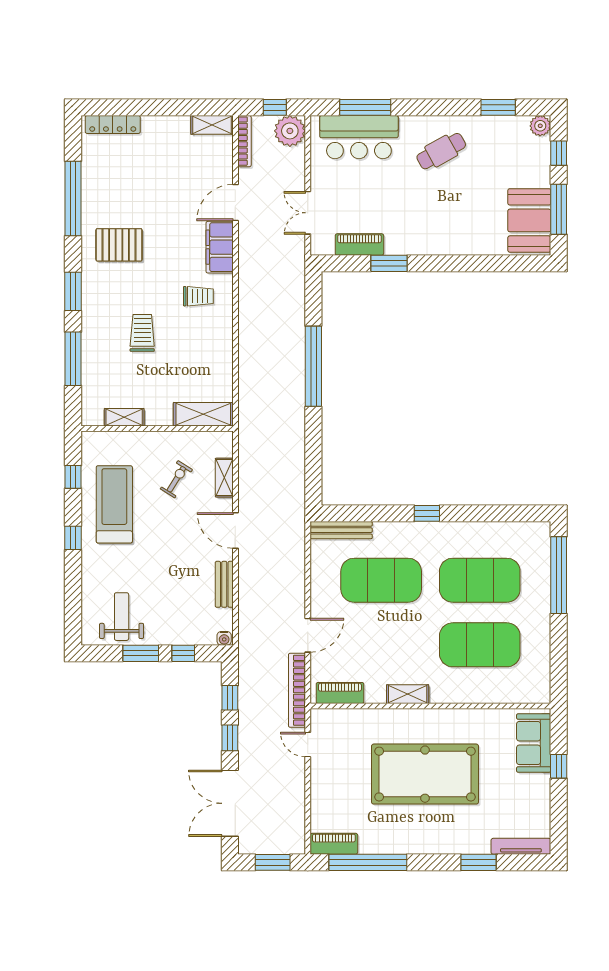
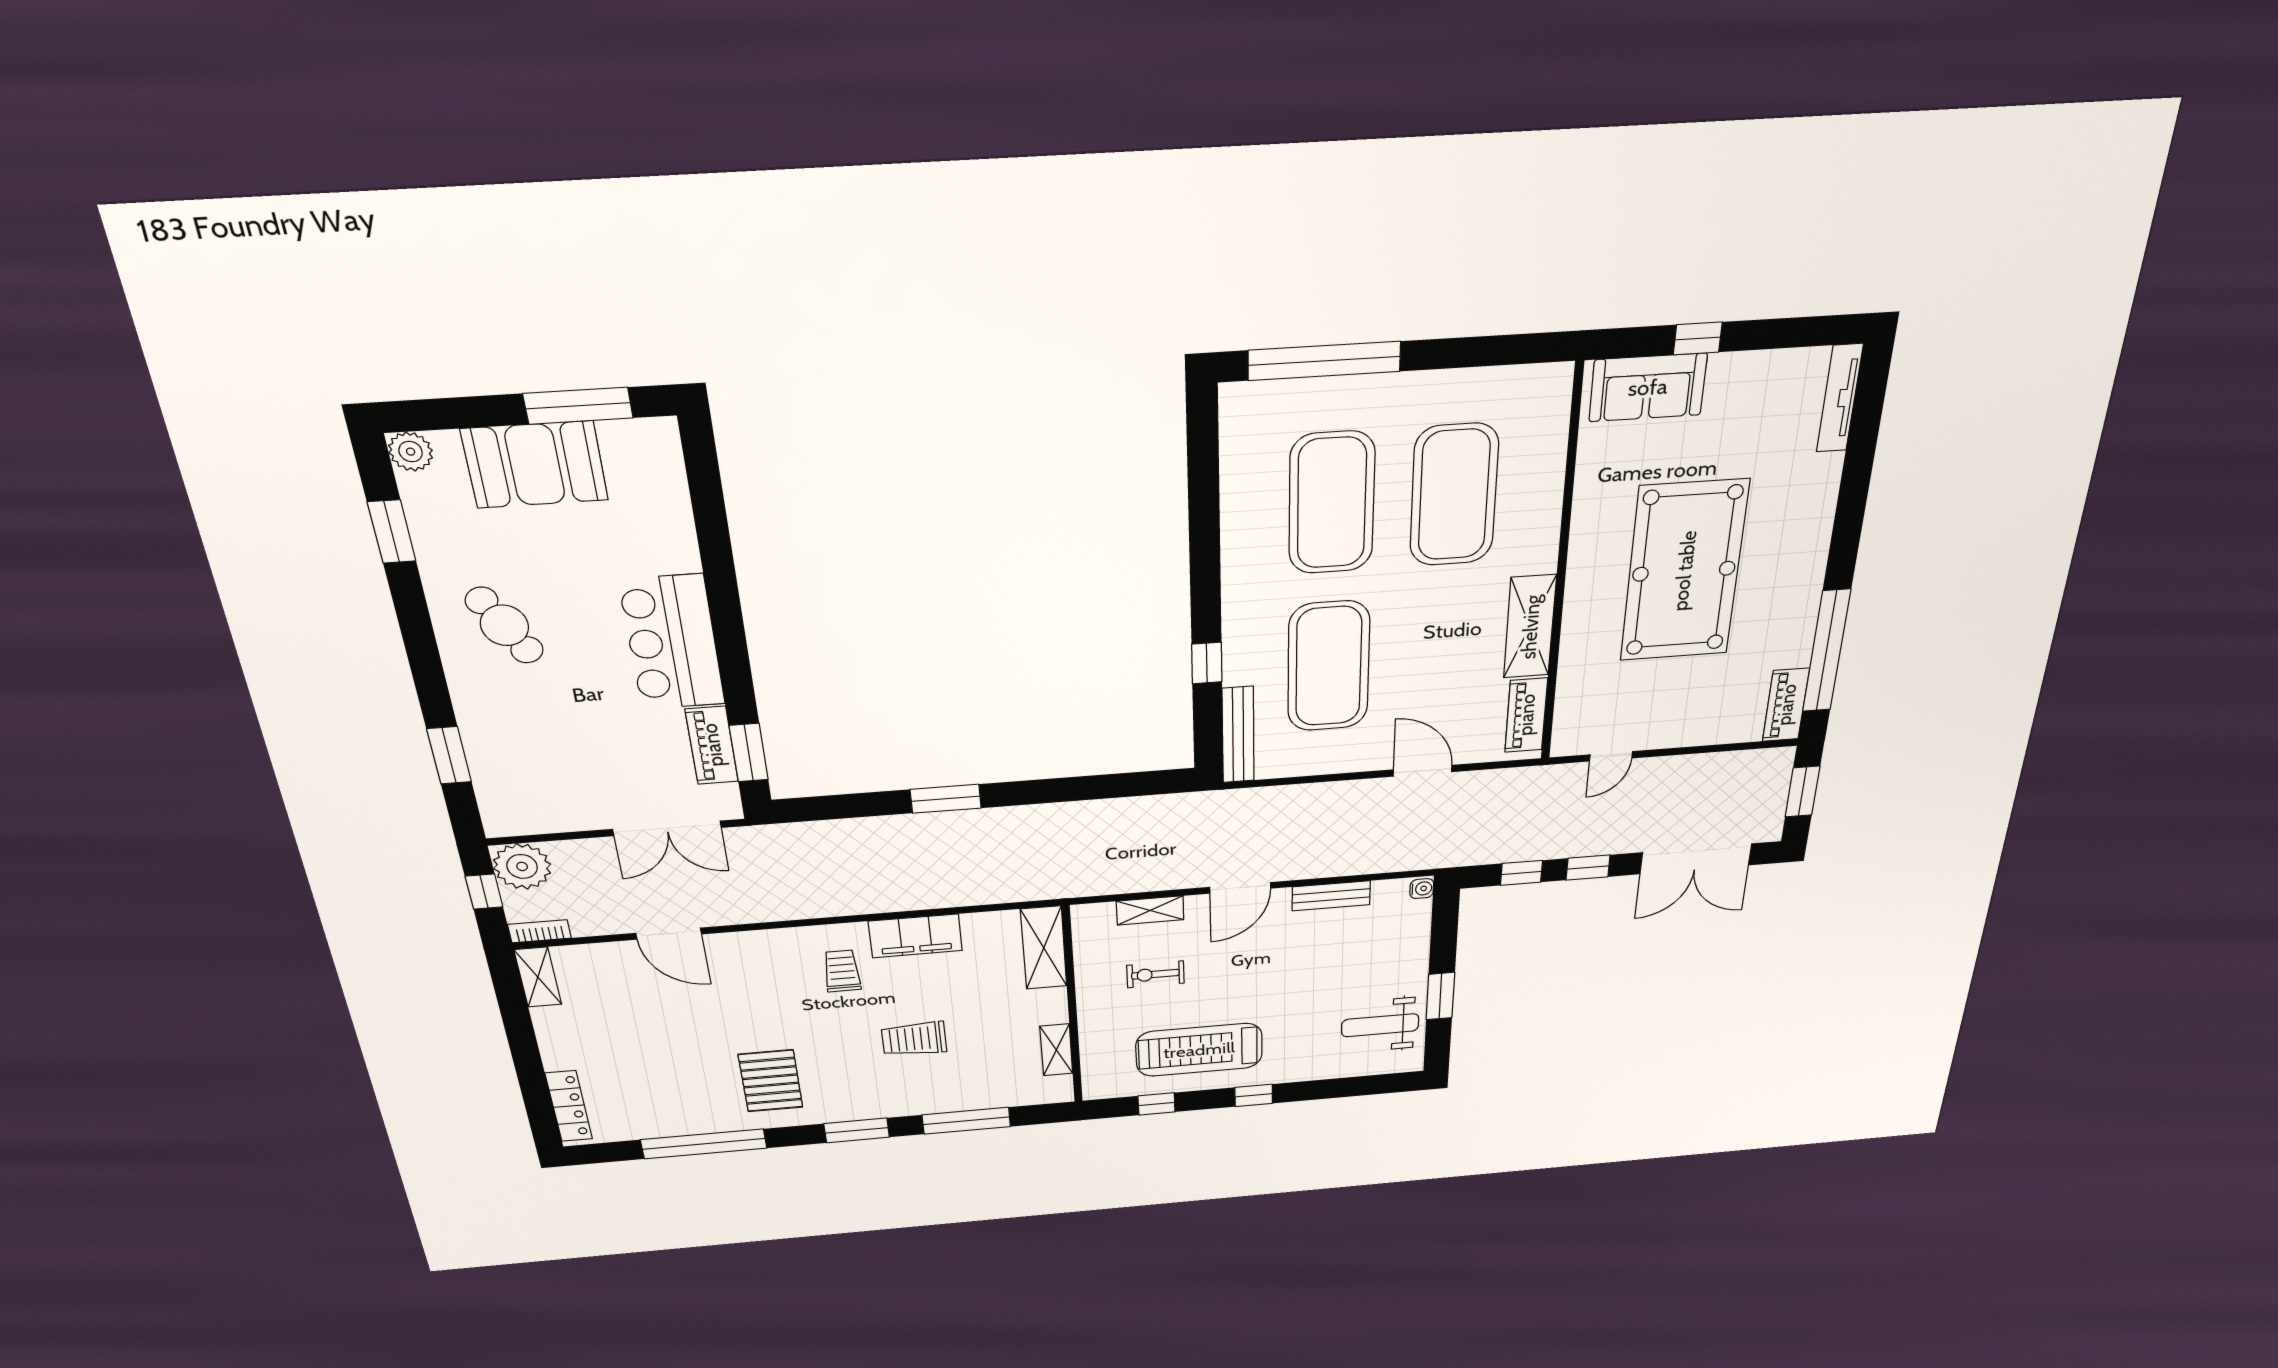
window: (365, 107) -> (449, 755), width x0.69
bar counter: (359, 137) -> (672, 642), moved, turned 180
bookcase: (244, 141) -> (539, 931), width x0.64
window: (559, 153) -> (460, 413), removed
double door: (308, 213) -> (667, 828), width x1.37
booth: (529, 220) -> (535, 465), moved
filing cabinet: (220, 247) -> (915, 936), moved
window: (389, 263) -> (749, 753), moved
window: (313, 366) -> (946, 799), width x0.47
exercise bike: (176, 479) -> (1155, 974), turned -32
window: (427, 513) -> (1207, 663), moved
window: (183, 653) -> (1444, 941), removed
bookcase: (297, 690) -> (1516, 779), removed
shelving: (408, 694) -> (1530, 627), width x1.50, depth x1.33
window: (479, 862) -> (1857, 471), removed

